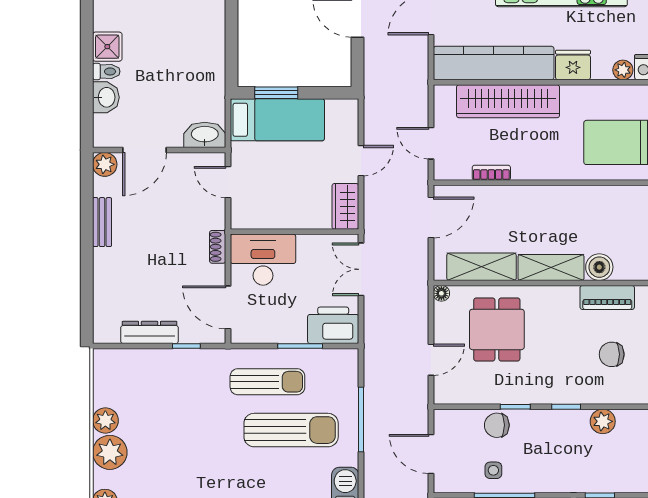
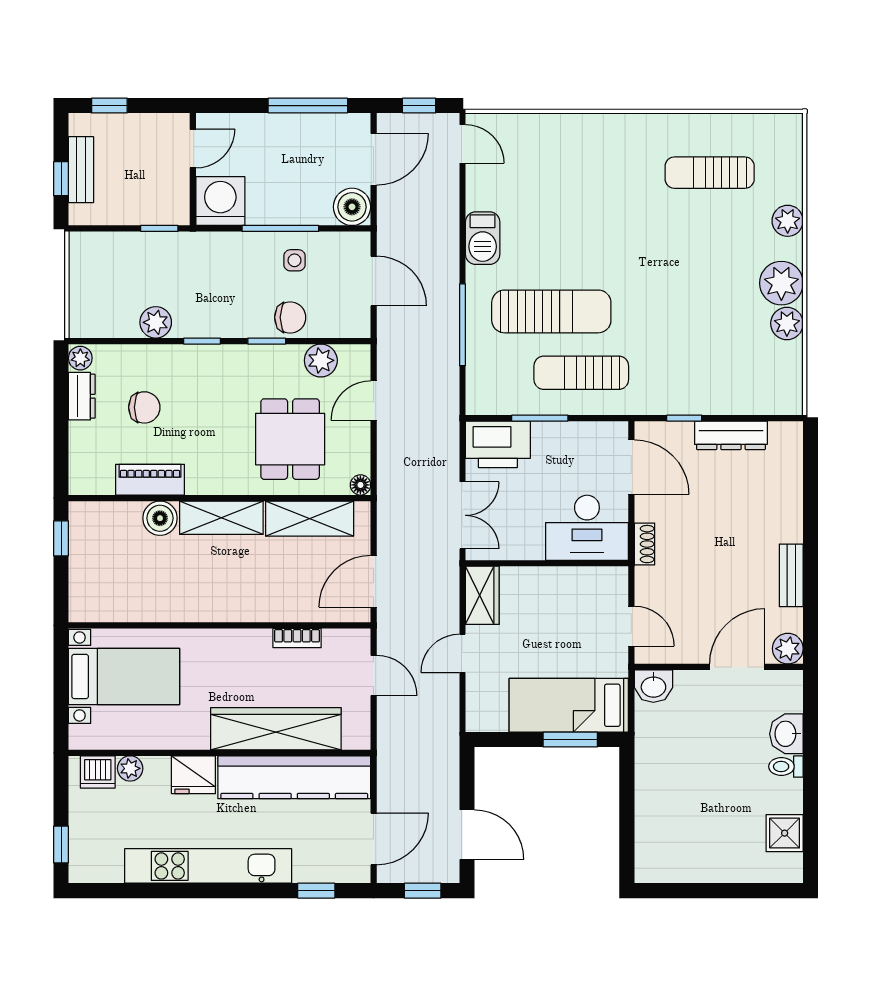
shower: (107, 47) -> (785, 833), moved
washbasin: (205, 135) -> (653, 686), width x0.72
plant: (473, 391) -> (321, 360), added
sun lounger: (291, 430) -> (551, 311), turned 180

